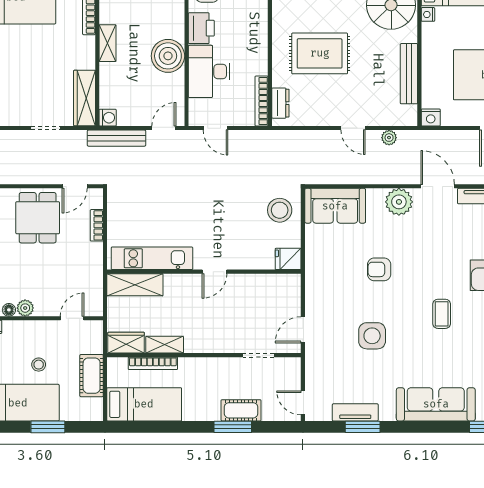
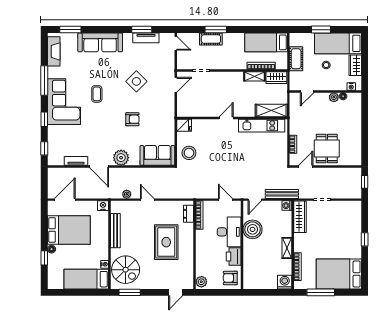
rug: (320, 53) -> (166, 242), turned 90
boiler: (168, 56) -> (253, 229), moved
side table: (372, 336) -> (136, 81), turned 45

